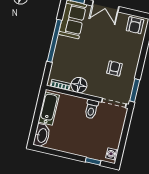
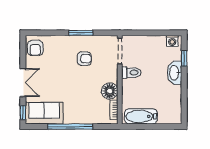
armchair: (135, 25) -> (35, 48), turned 90
armchair: (114, 68) -> (84, 59), turned 180
window: (135, 90) -> (81, 33), moved
washbasin: (42, 135) -> (174, 73), moved, turned -90

